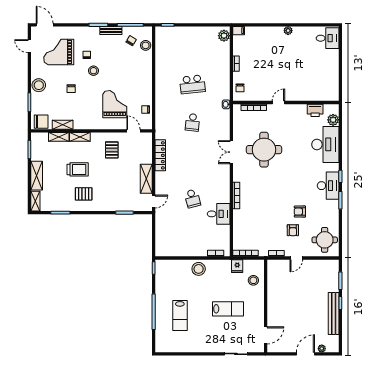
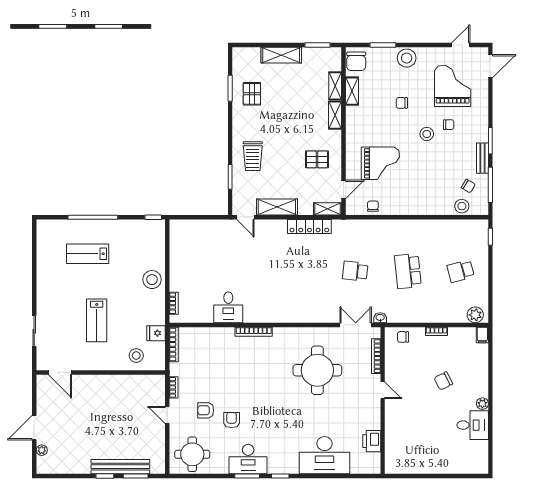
desk: (328, 38) -> (473, 425), moved, turned -90
chair: (272, 59) -> (443, 381), added
plant: (333, 120) -> (359, 466), removed
double door: (231, 152) -> (356, 325), moved
trolley: (78, 169) -> (253, 156), moved
desk: (328, 186) -> (248, 459), moved
pallet: (84, 194) -> (252, 94), moved
school desk: (192, 198) -> (461, 271), moved
shelving: (35, 201) -> (327, 209), moved
bench: (334, 314) -> (120, 467), moved
door: (305, 354) -> (34, 428), swing flipped

